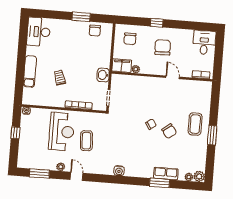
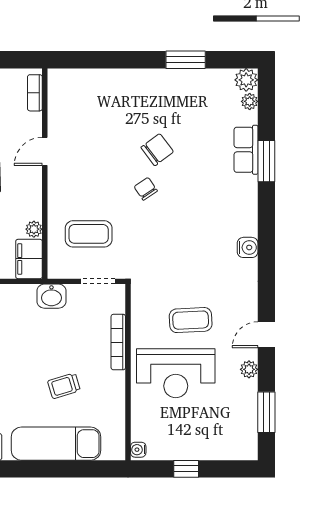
exam couch: (30, 71) -> (56, 444), width x1.36, depth x1.45
coffee table: (195, 124) -> (89, 234), moved
reception desk: (62, 132) -> (176, 373), turned 180
window: (212, 135) -> (186, 60), moved

